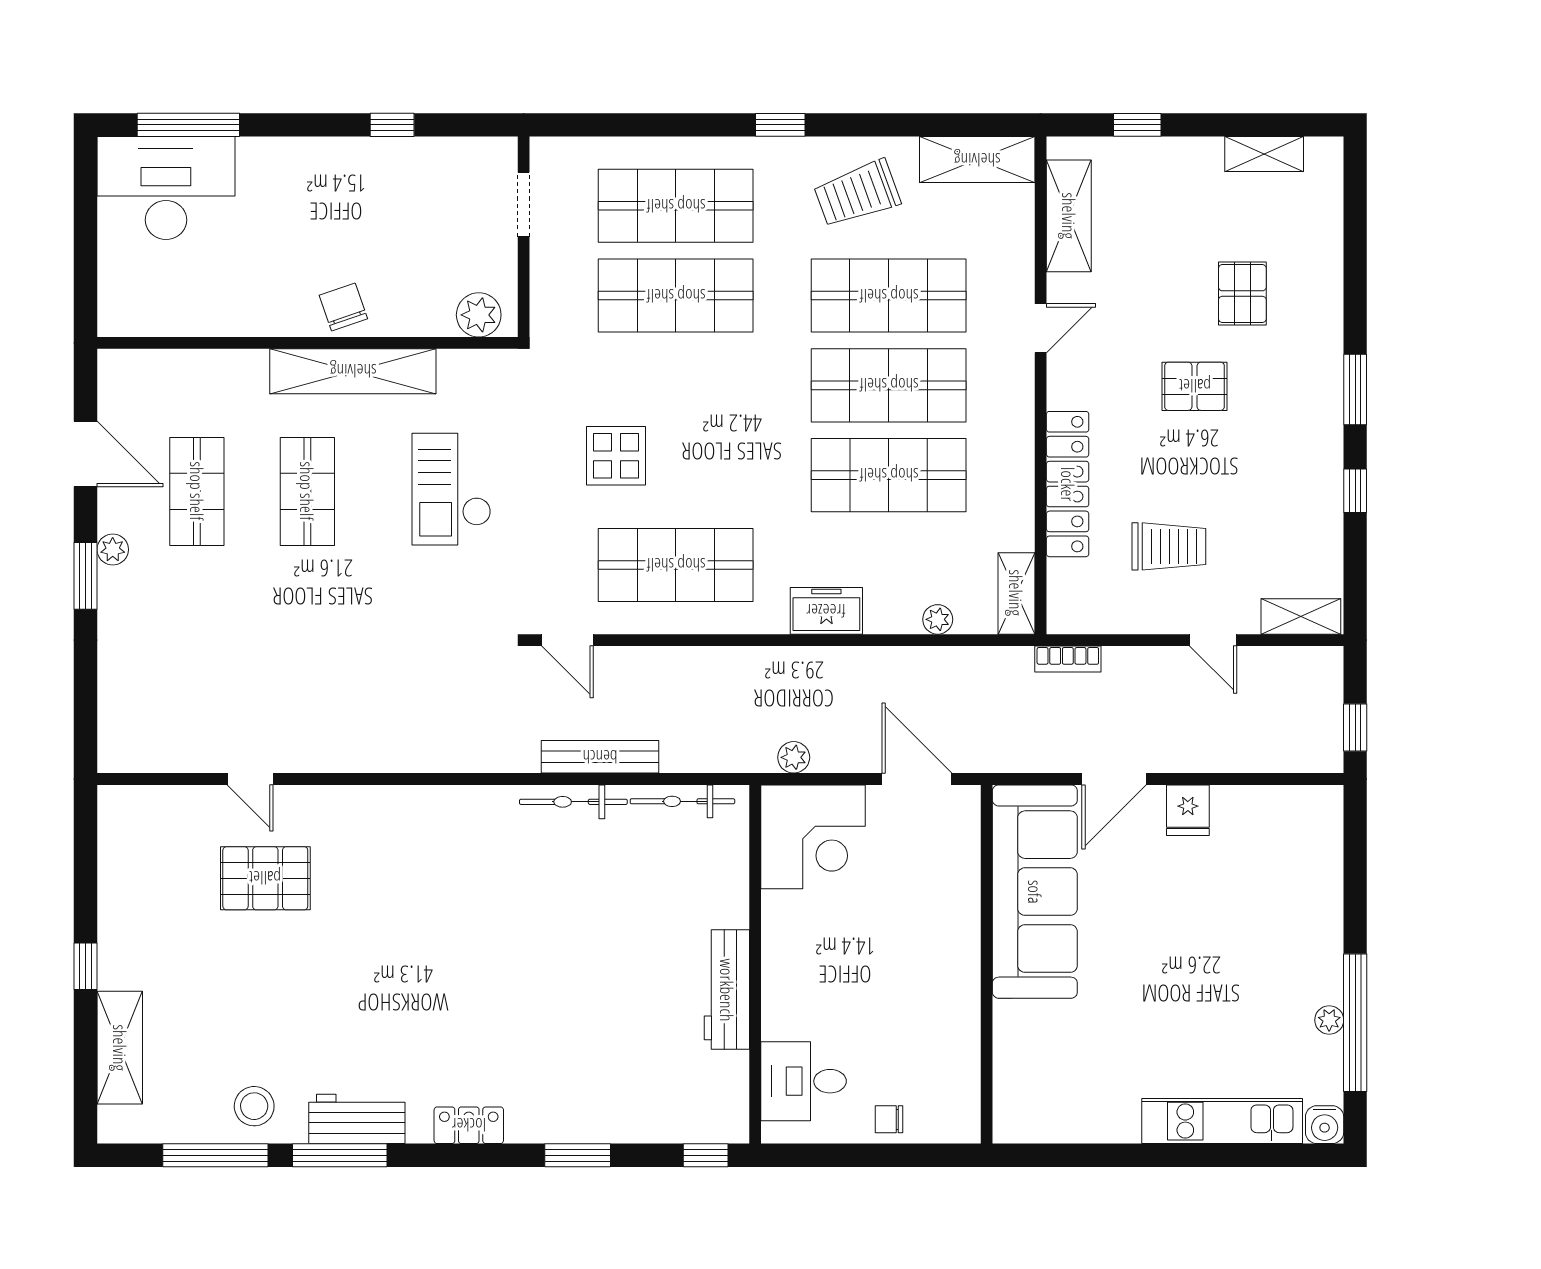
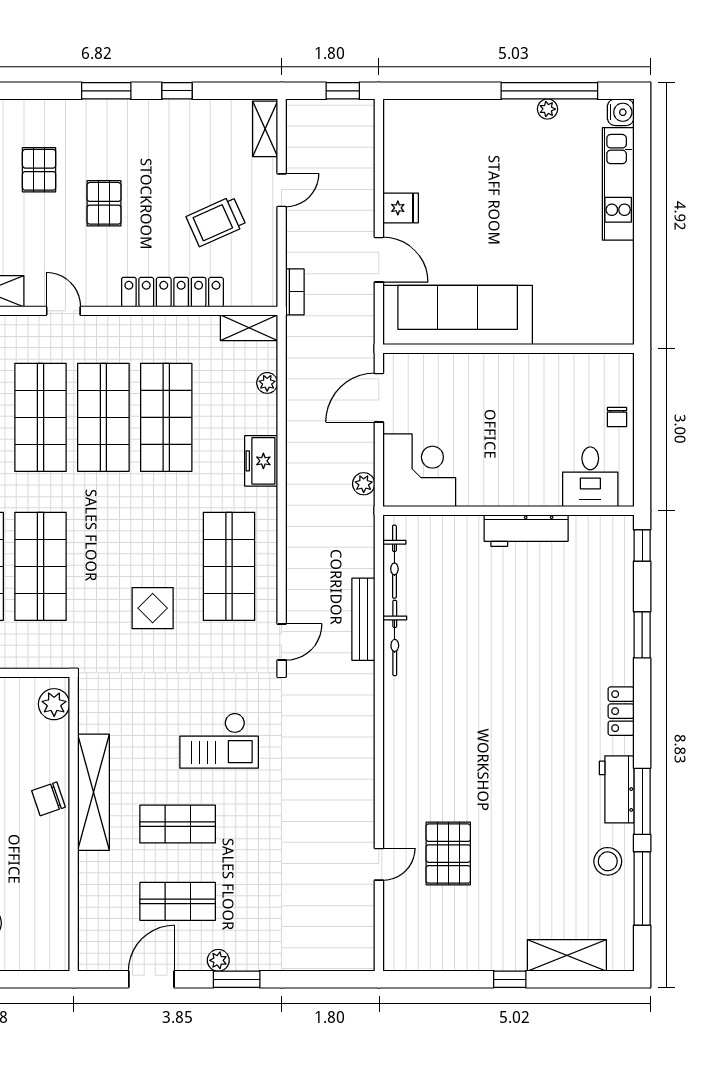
pallet: (1242, 294) -> (39, 170), turned 90
checkout: (451, 489) -> (219, 741), moved
trolley: (1169, 546) -> (216, 221), turned -114

